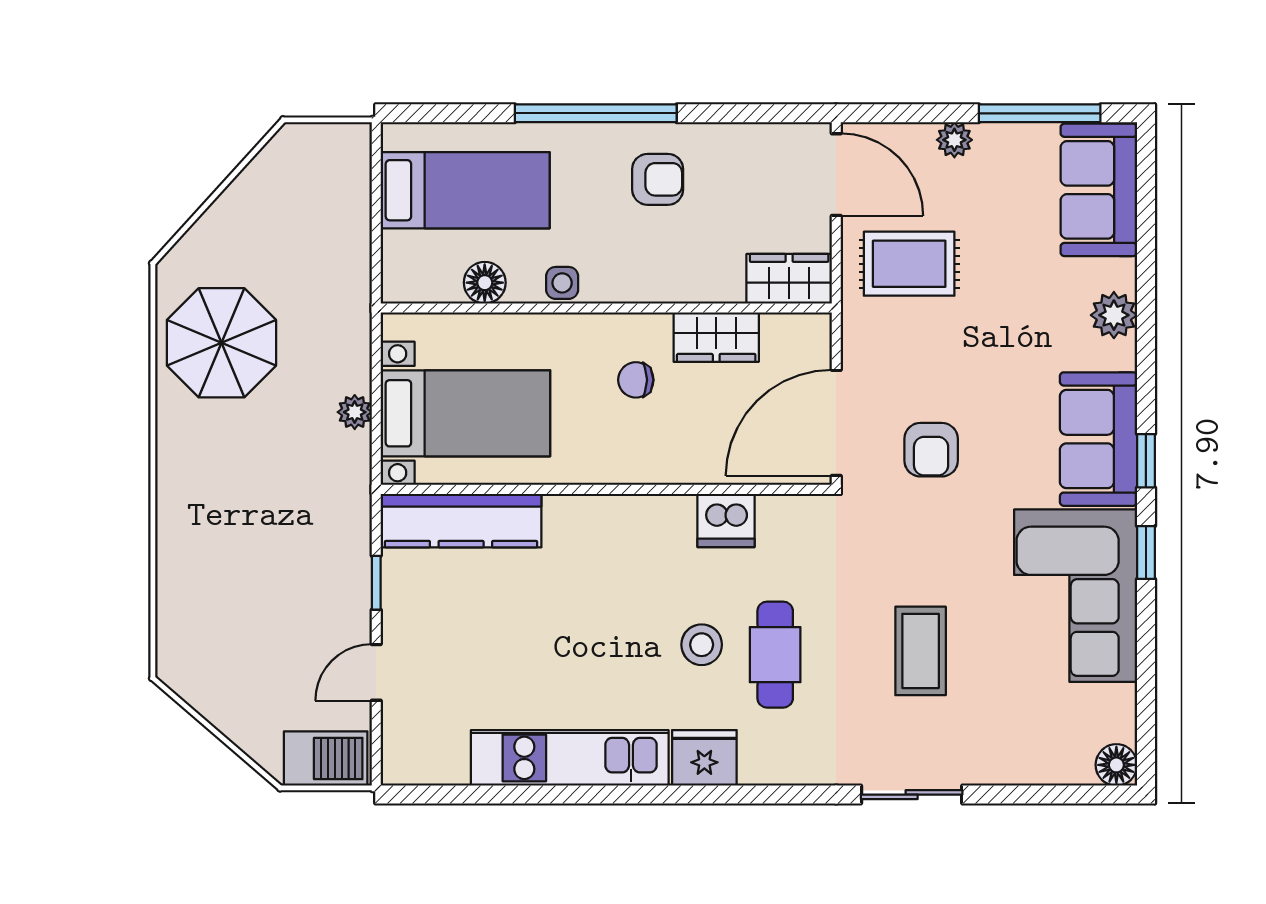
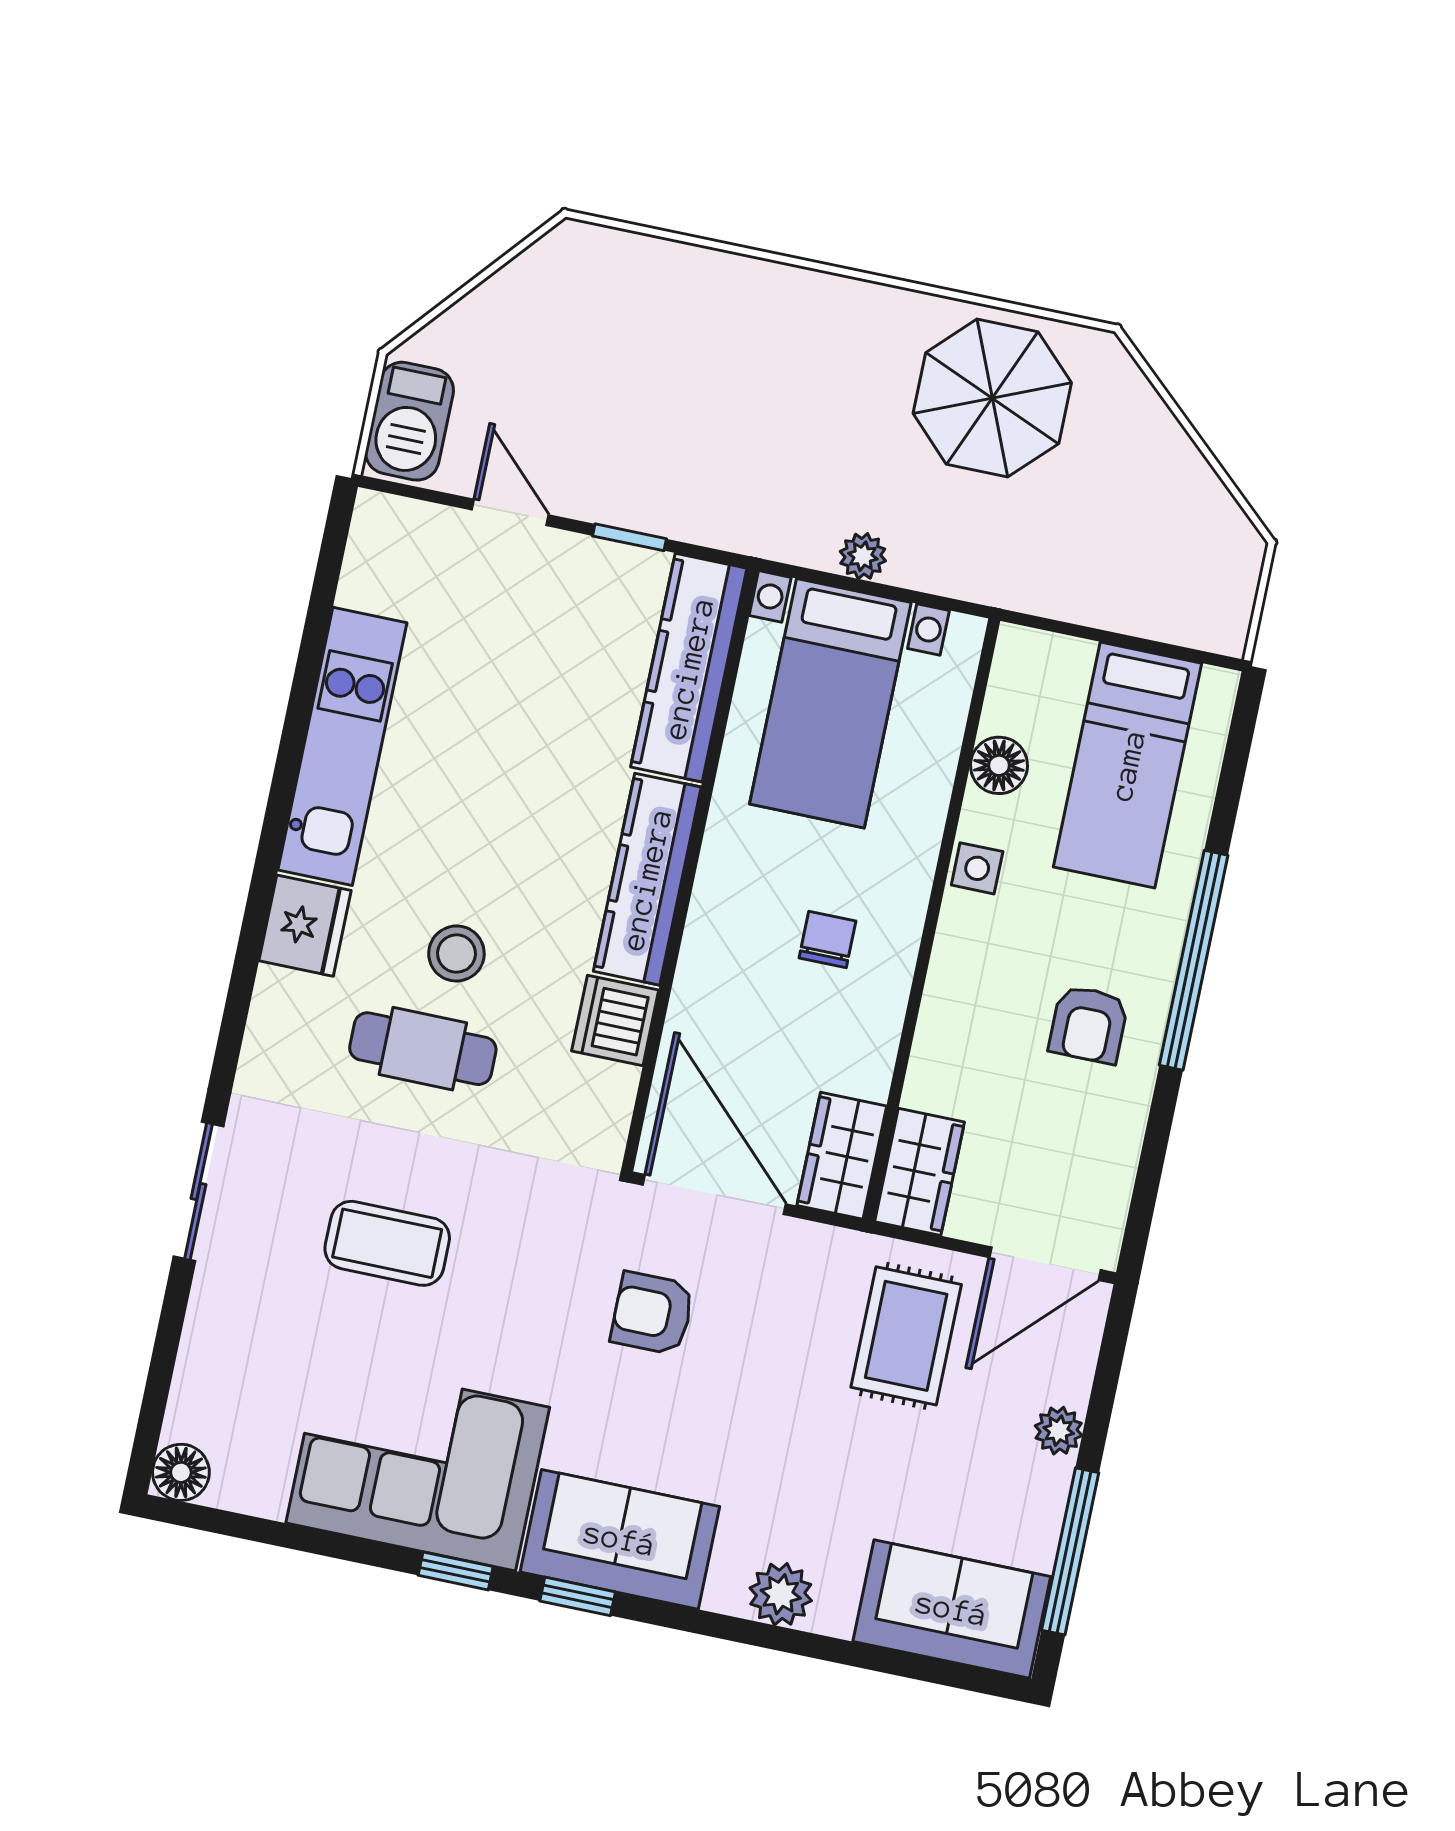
wardrobe: (716, 337) -> (842, 1156), moved
kitchen counter: (619, 519) -> (647, 879), added

